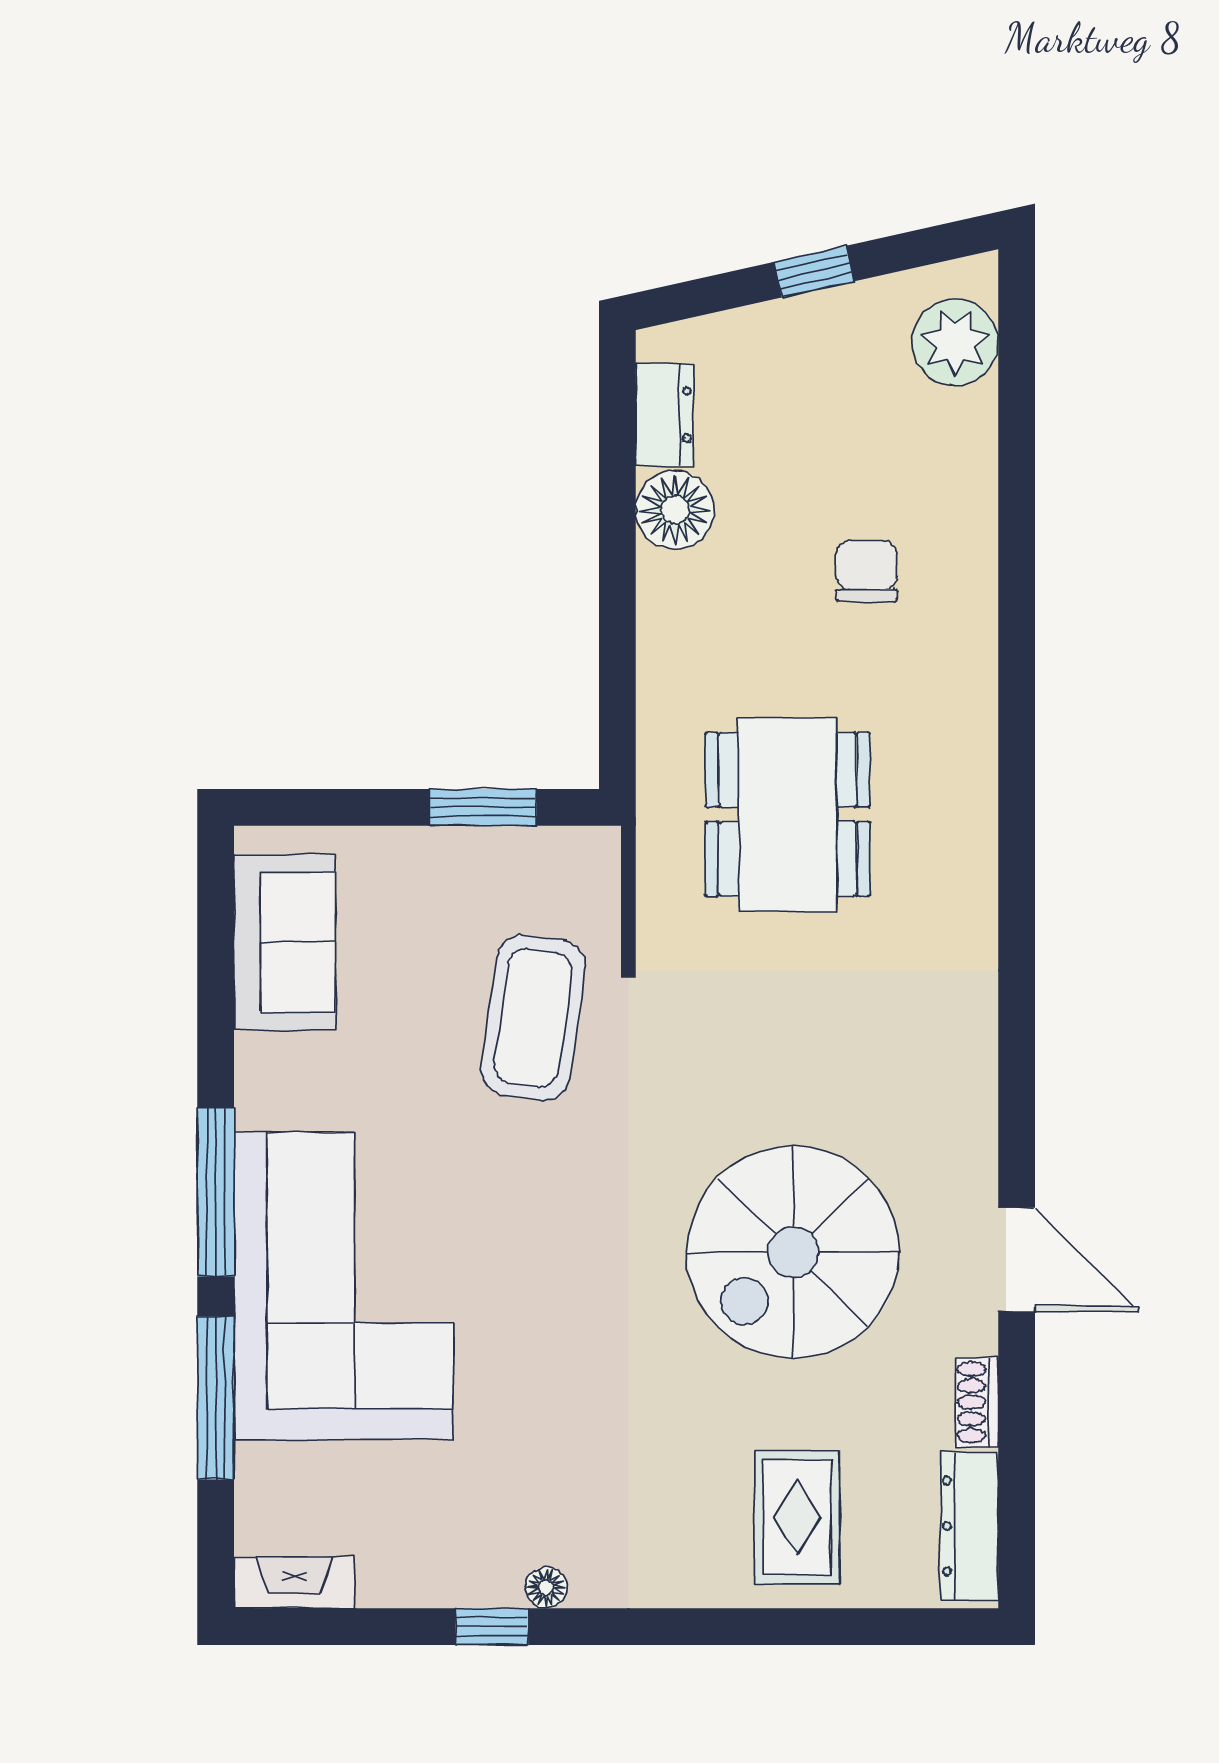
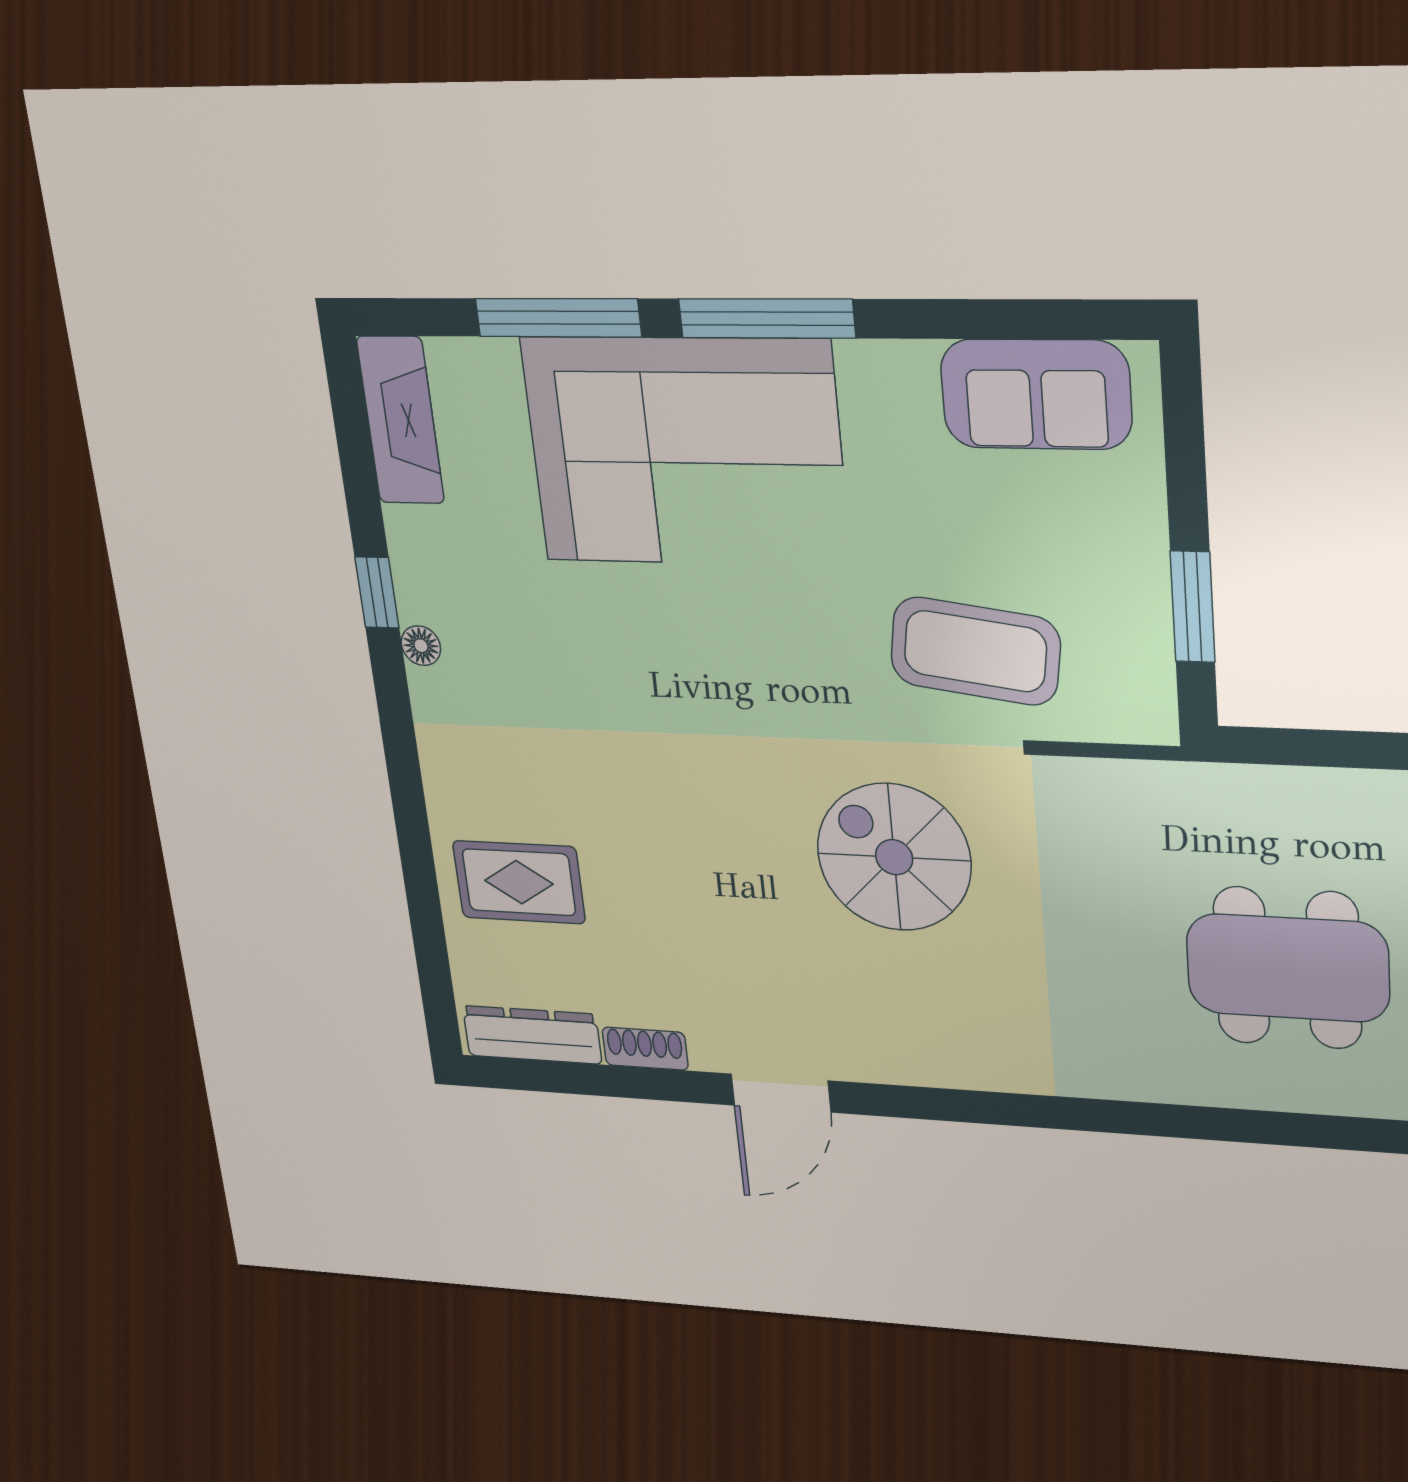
dining table: (788, 814) -> (1288, 968), moved
spiral stairs: (793, 1252) -> (894, 857), moved, width x0.73, depth x0.73
fireplace: (294, 1583) -> (401, 420), width x1.37, depth x1.32

